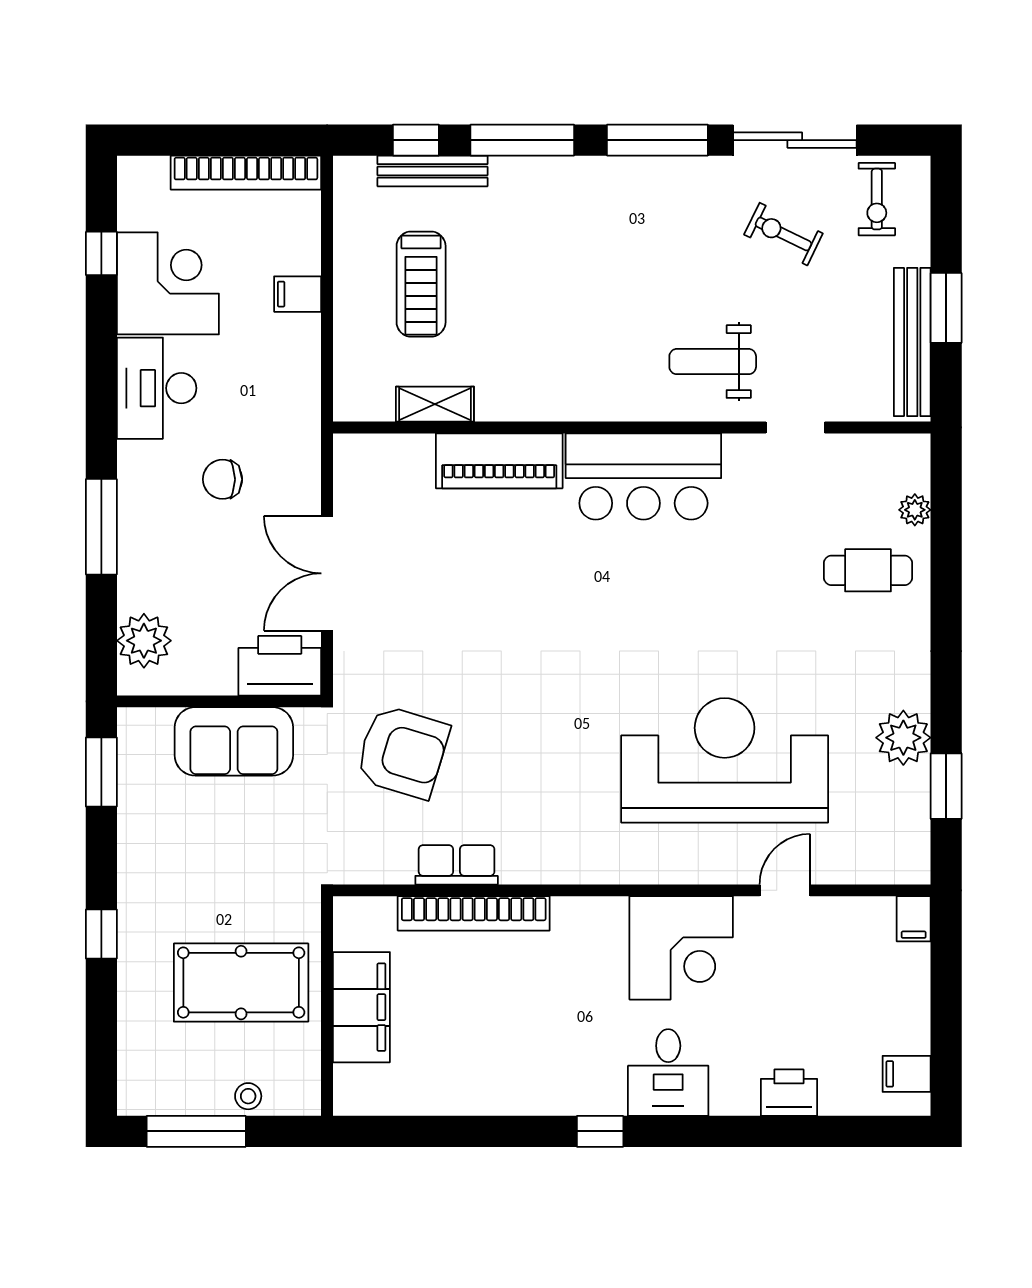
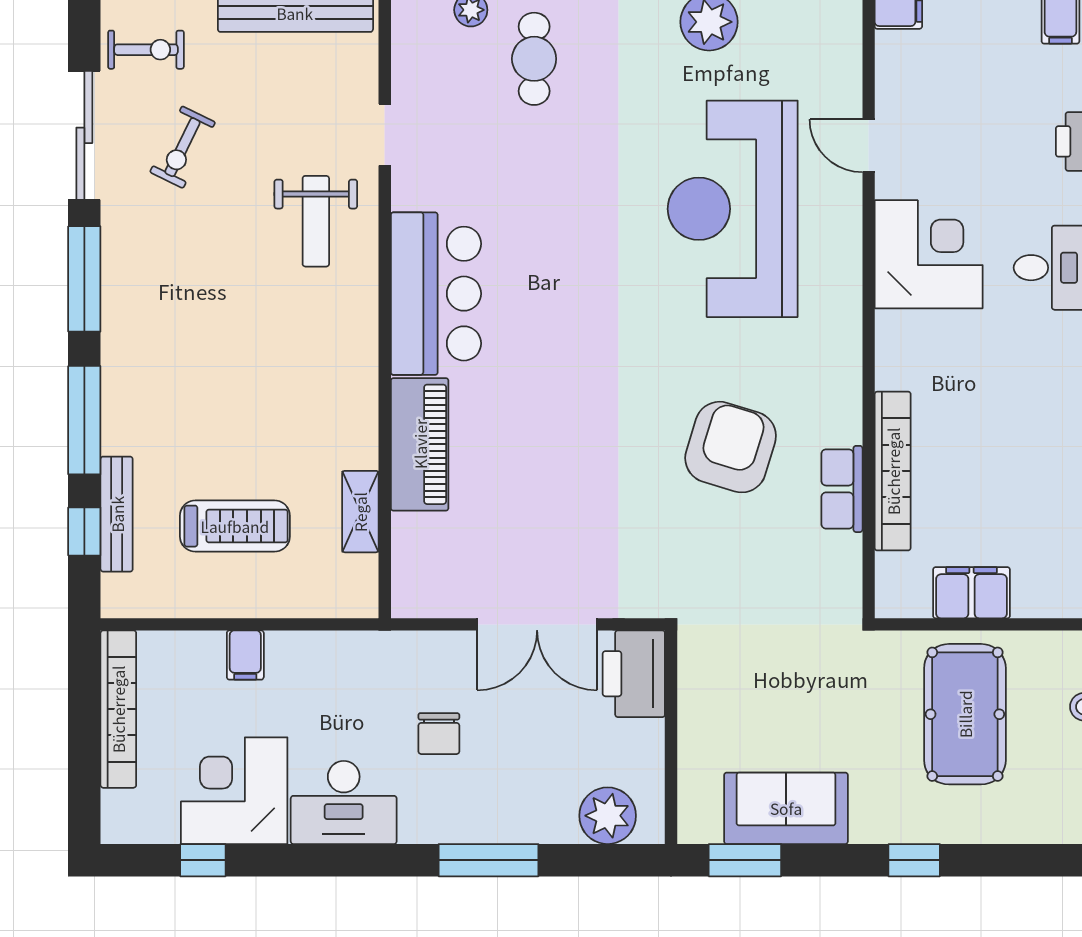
sofa: (234, 741) -> (786, 808), moved, turned -90
armchair: (402, 752) -> (731, 447), moved
filing cabinet: (361, 1007) -> (971, 593), width x0.67, depth x0.86

